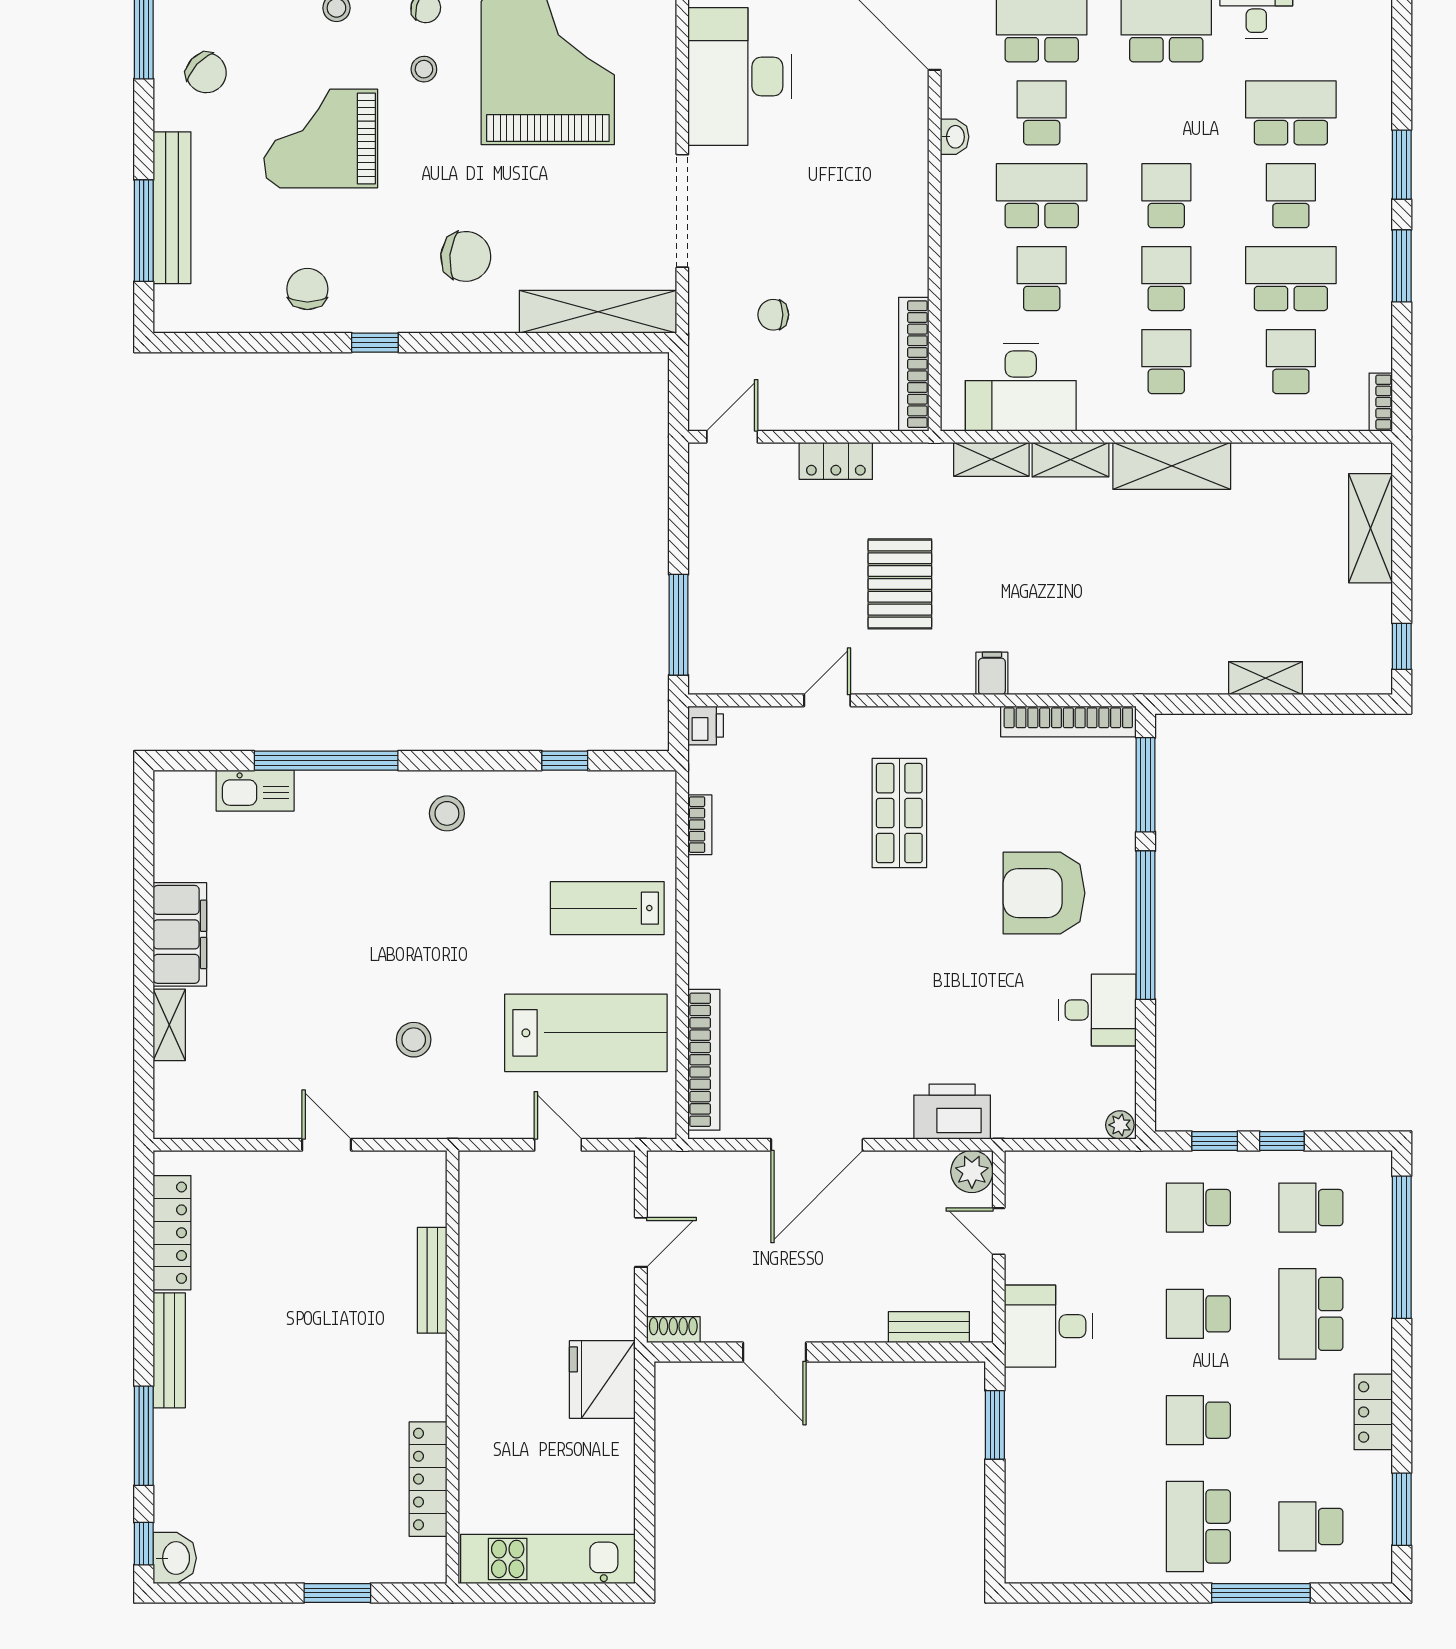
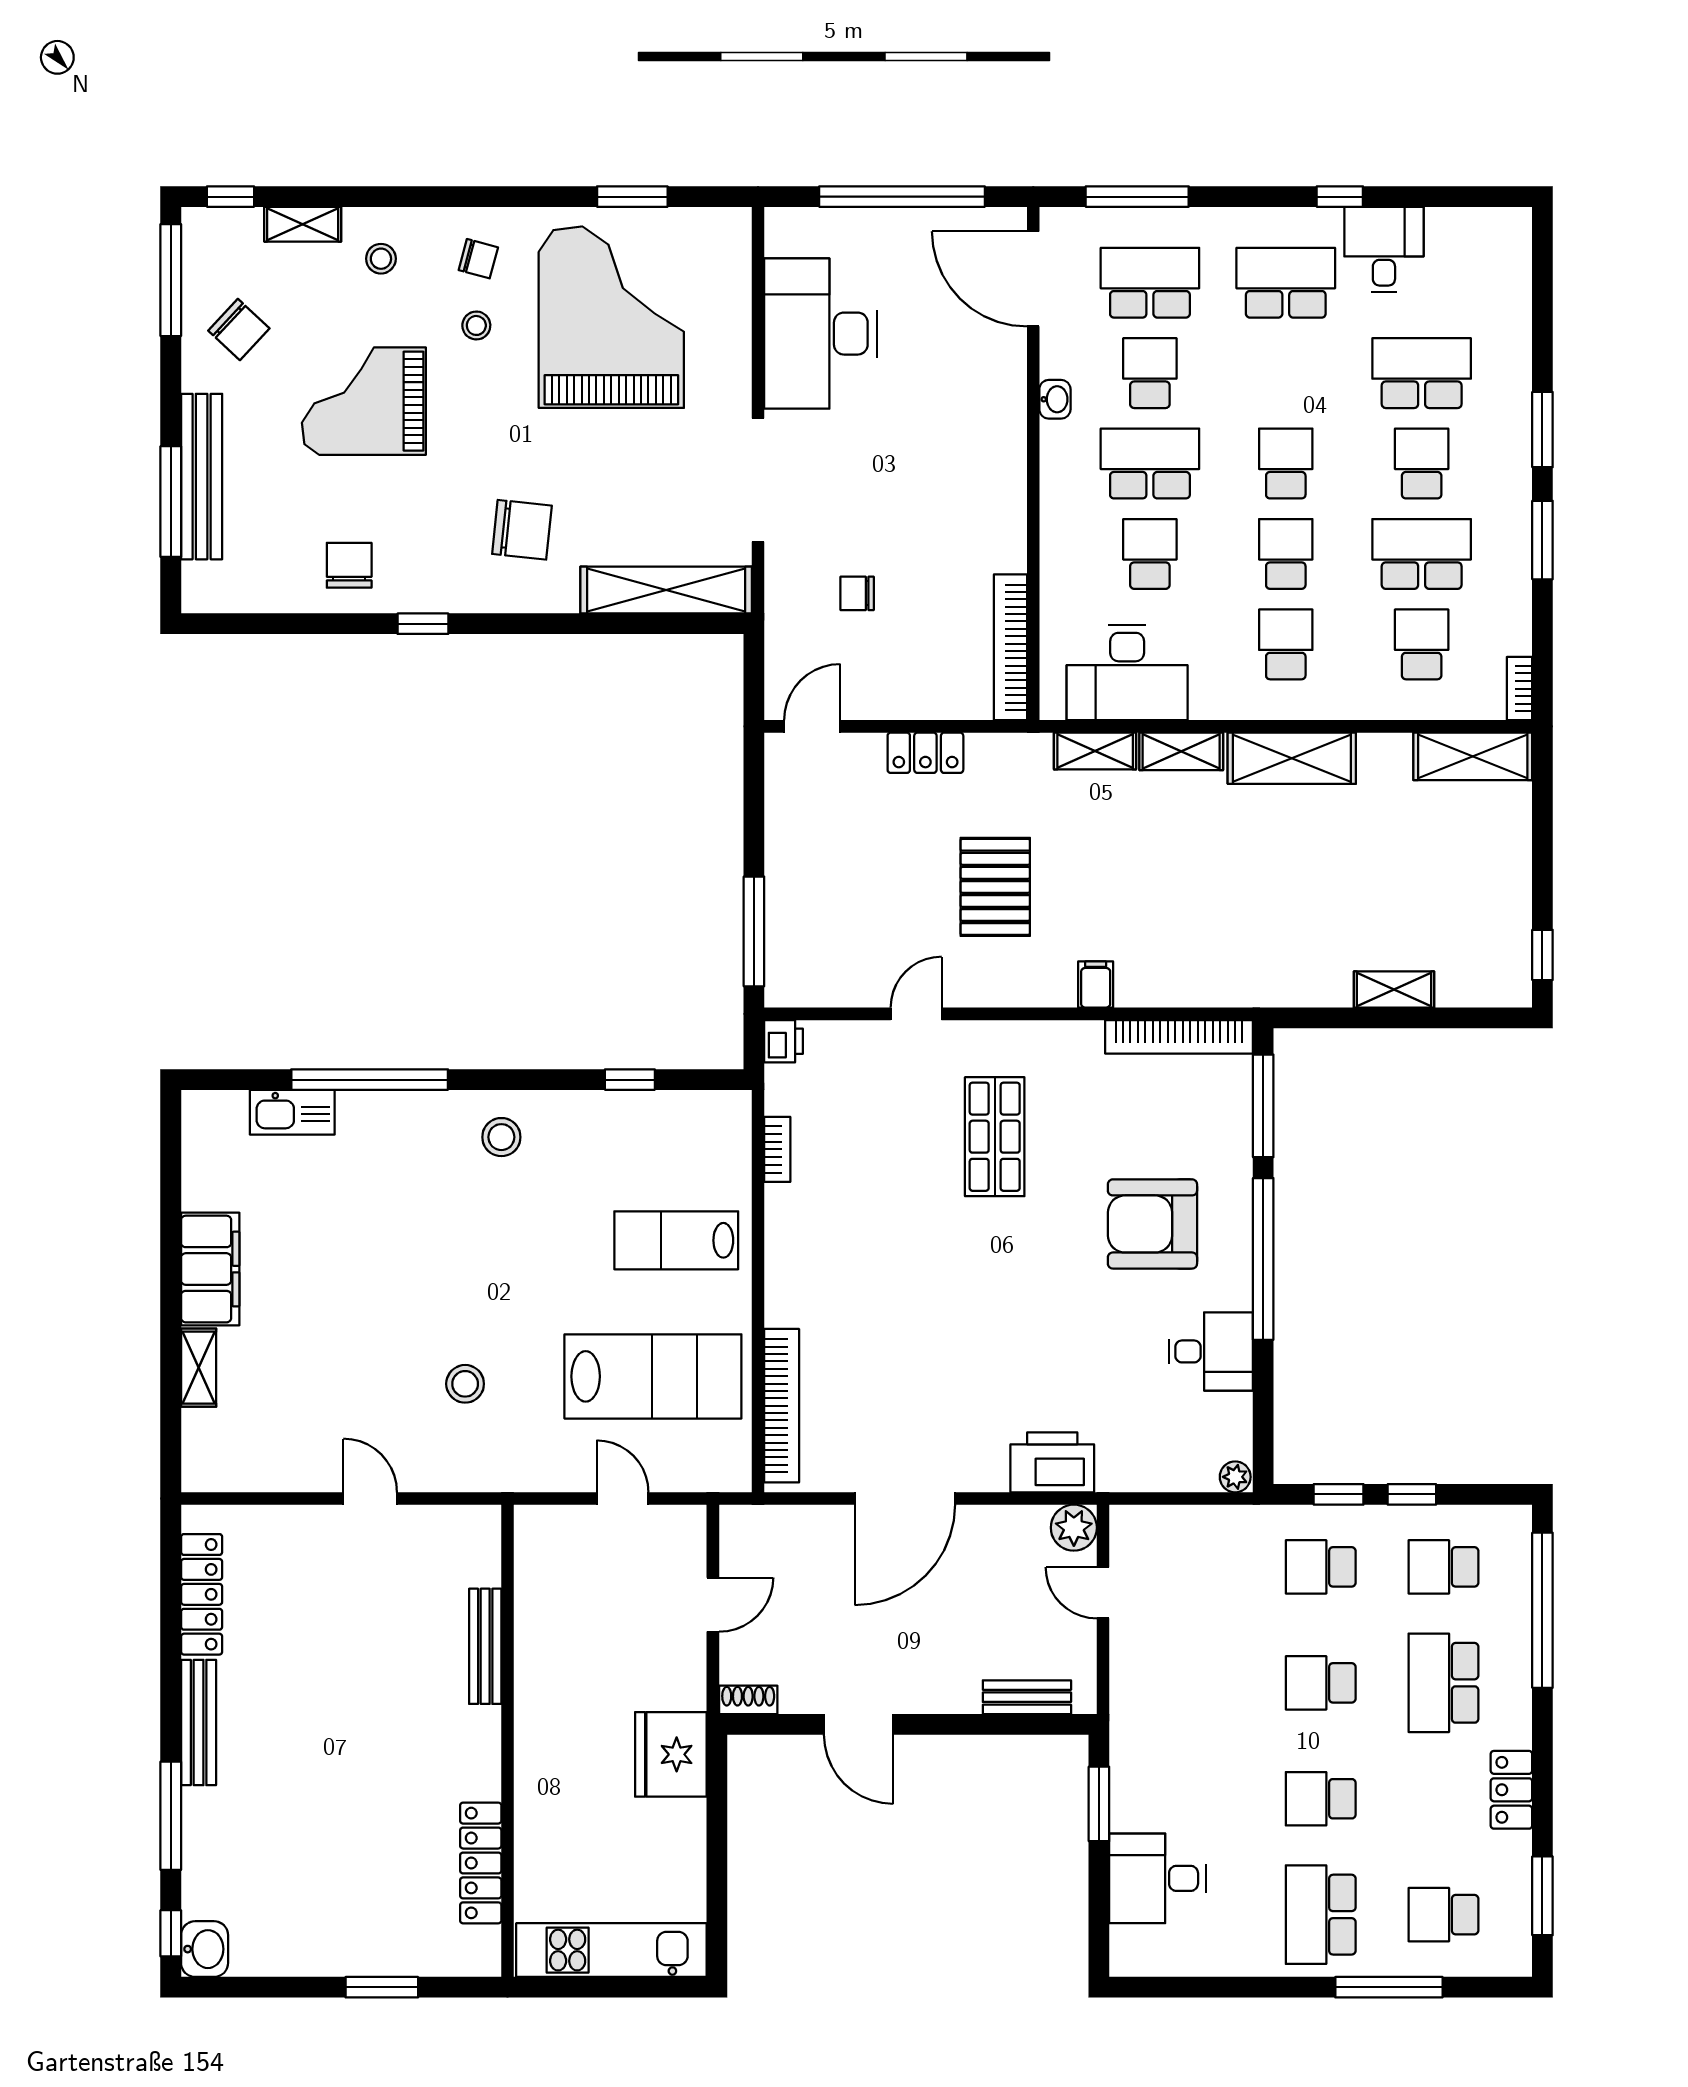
shelving: (1370, 528) -> (1473, 756), moved, turned 90
desk: (1049, 1326) -> (1157, 1878), moved

